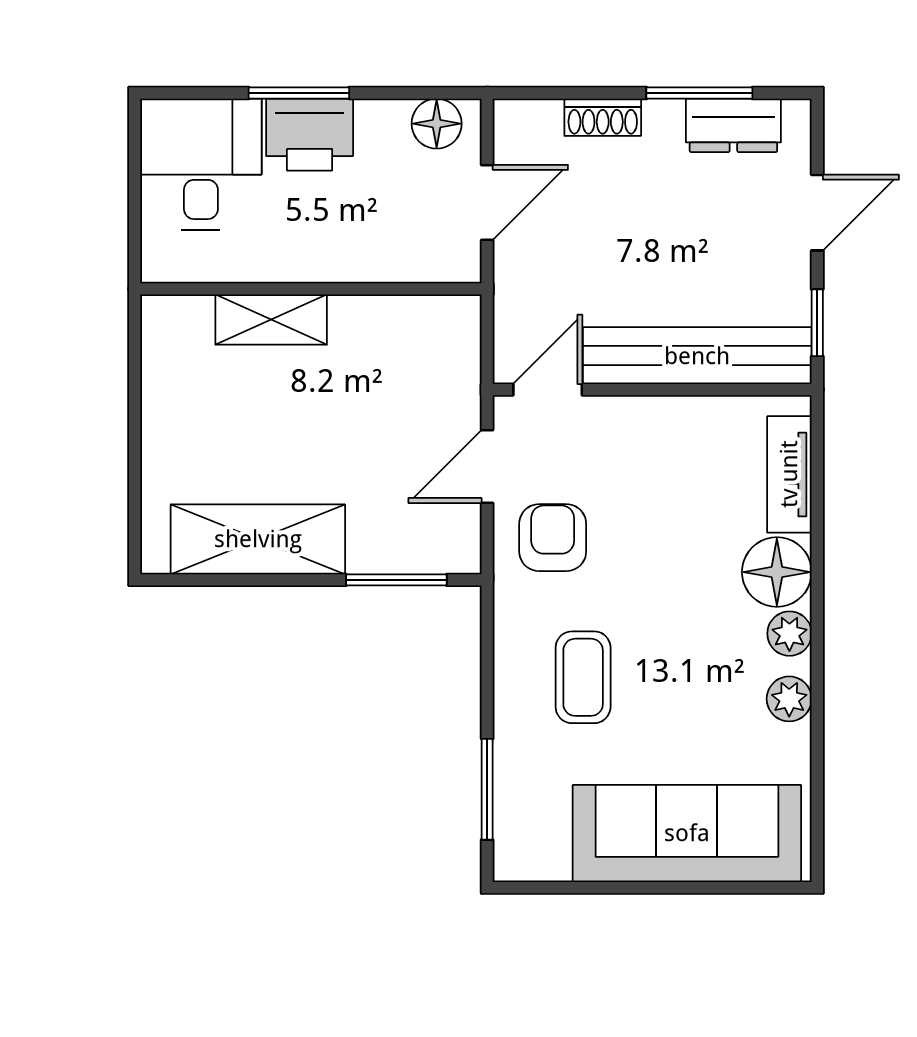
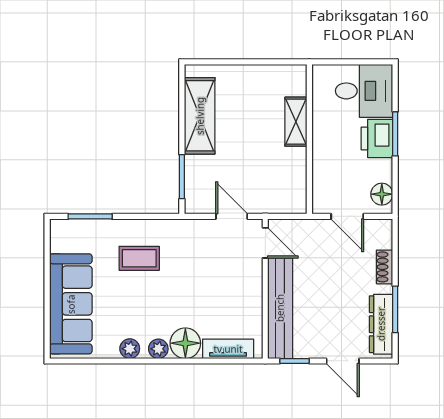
dresser: (733, 125) -> (381, 324), width x1.44
armchair: (553, 538) -> (200, 245), removed

